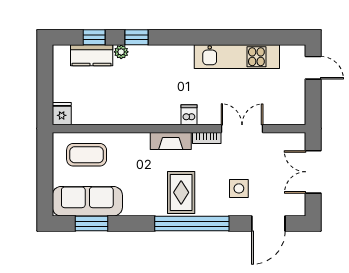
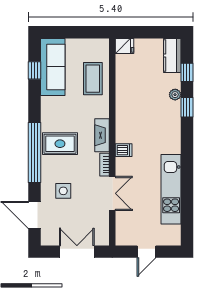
kitchen counter: (92, 55) -> (172, 55), moved
door: (313, 68) -> (147, 252), moved
coffee table: (87, 155) -> (93, 79), moved
window: (92, 224) -> (35, 70), width x0.67

